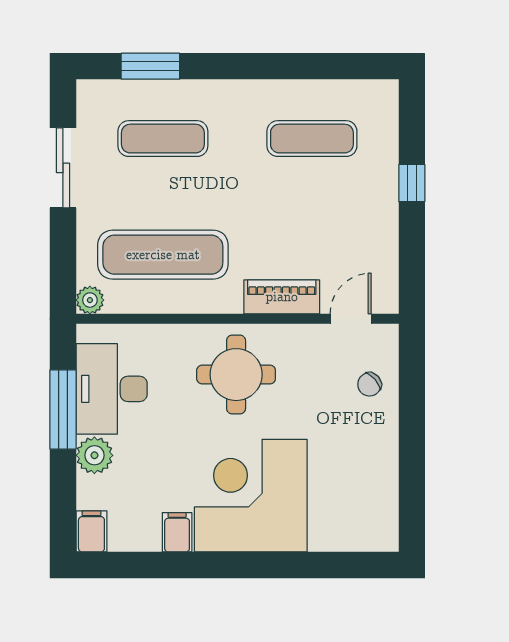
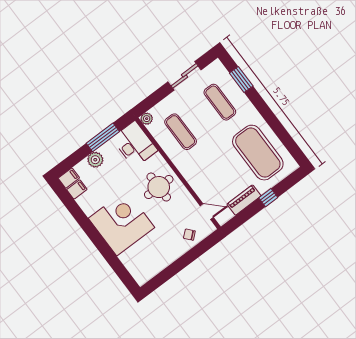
exercise mat: (312, 139) -> (258, 153), width x2.00, depth x1.45
exercise mat: (163, 255) -> (181, 132), width x0.73, depth x0.69
piano: (282, 297) -> (244, 200), moved, turned -90
desk: (112, 389) -> (135, 144), moved, turned 90
filing cabinet: (177, 532) -> (77, 189), moved

